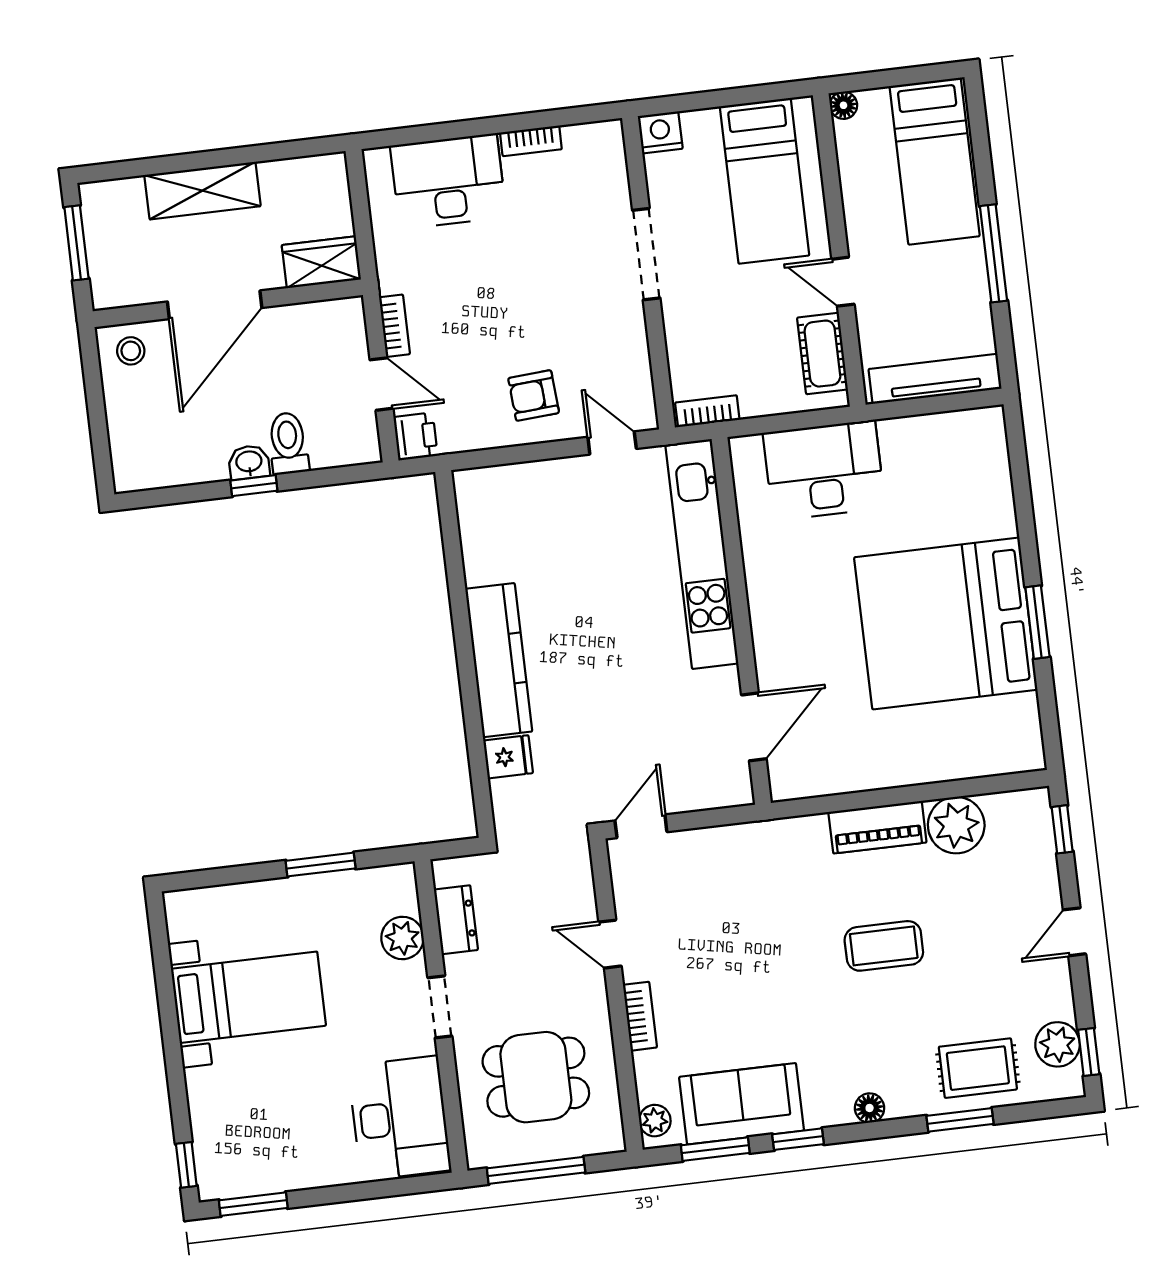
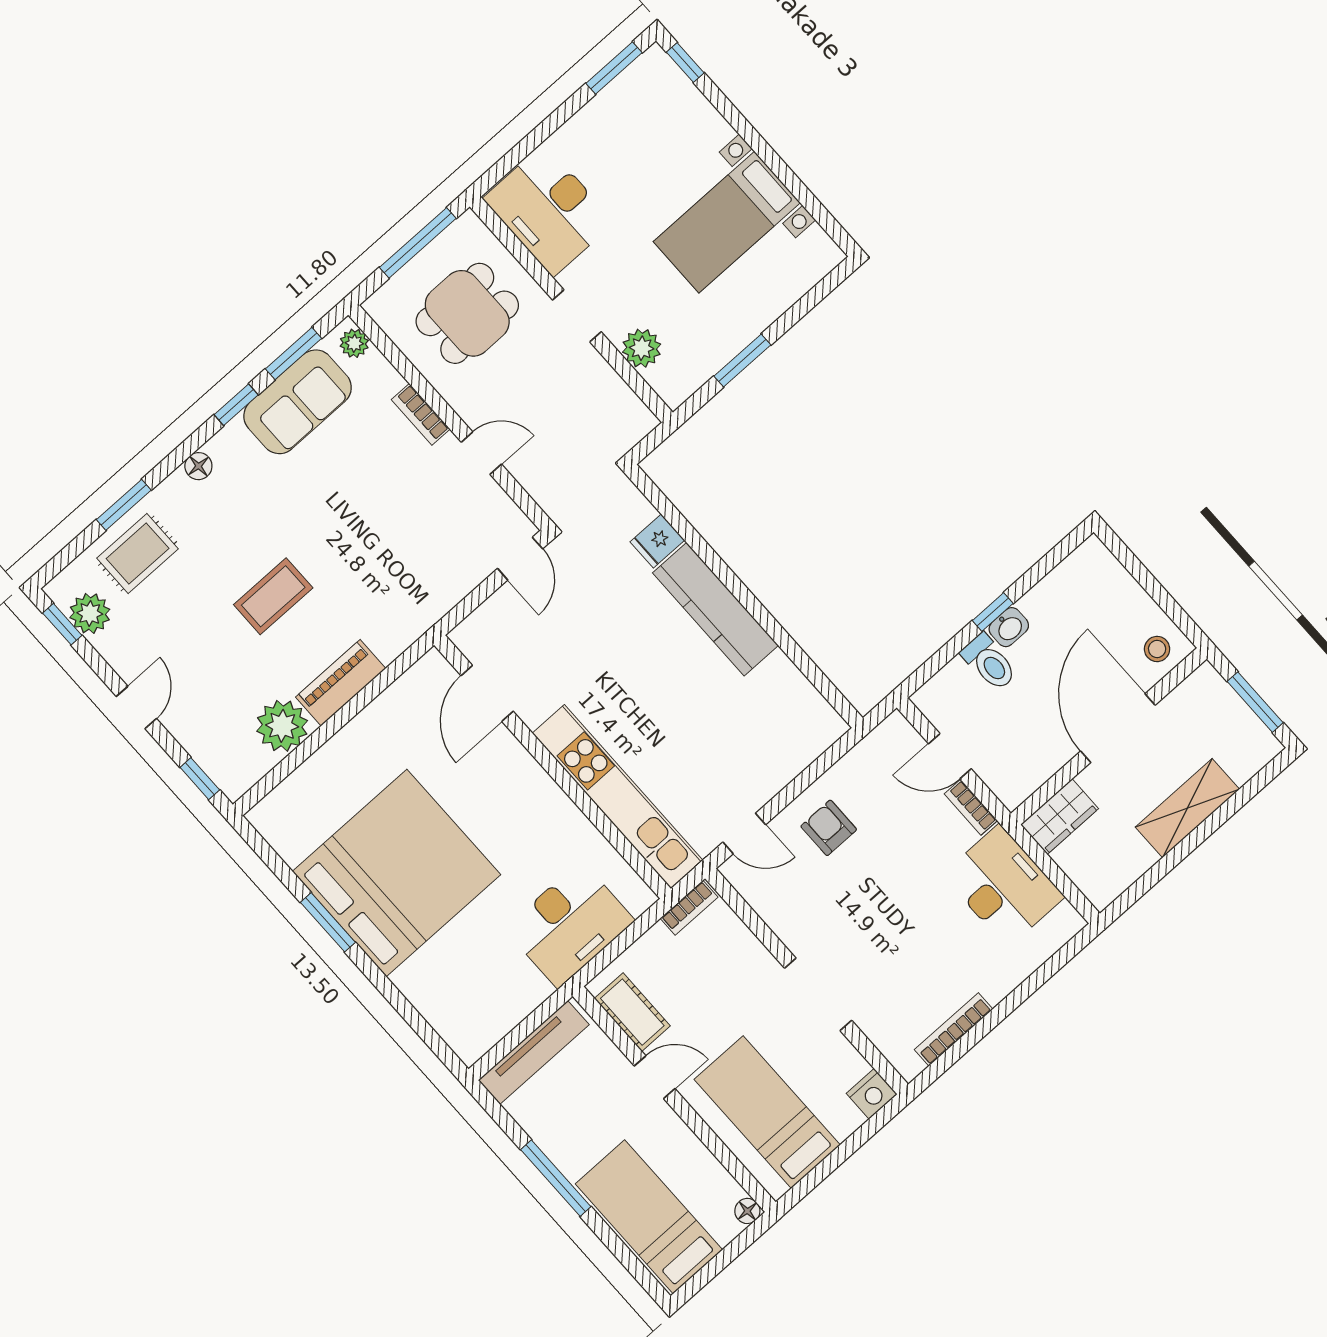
bookcase: (531, 141) -> (954, 1029), width x1.56
desk: (448, 181) -> (1003, 886), moved, turned -90
armchair: (534, 395) -> (829, 828), turned -86
printer: (416, 436) -> (896, 735), removed
dresser: (456, 920) -> (611, 390), removed

